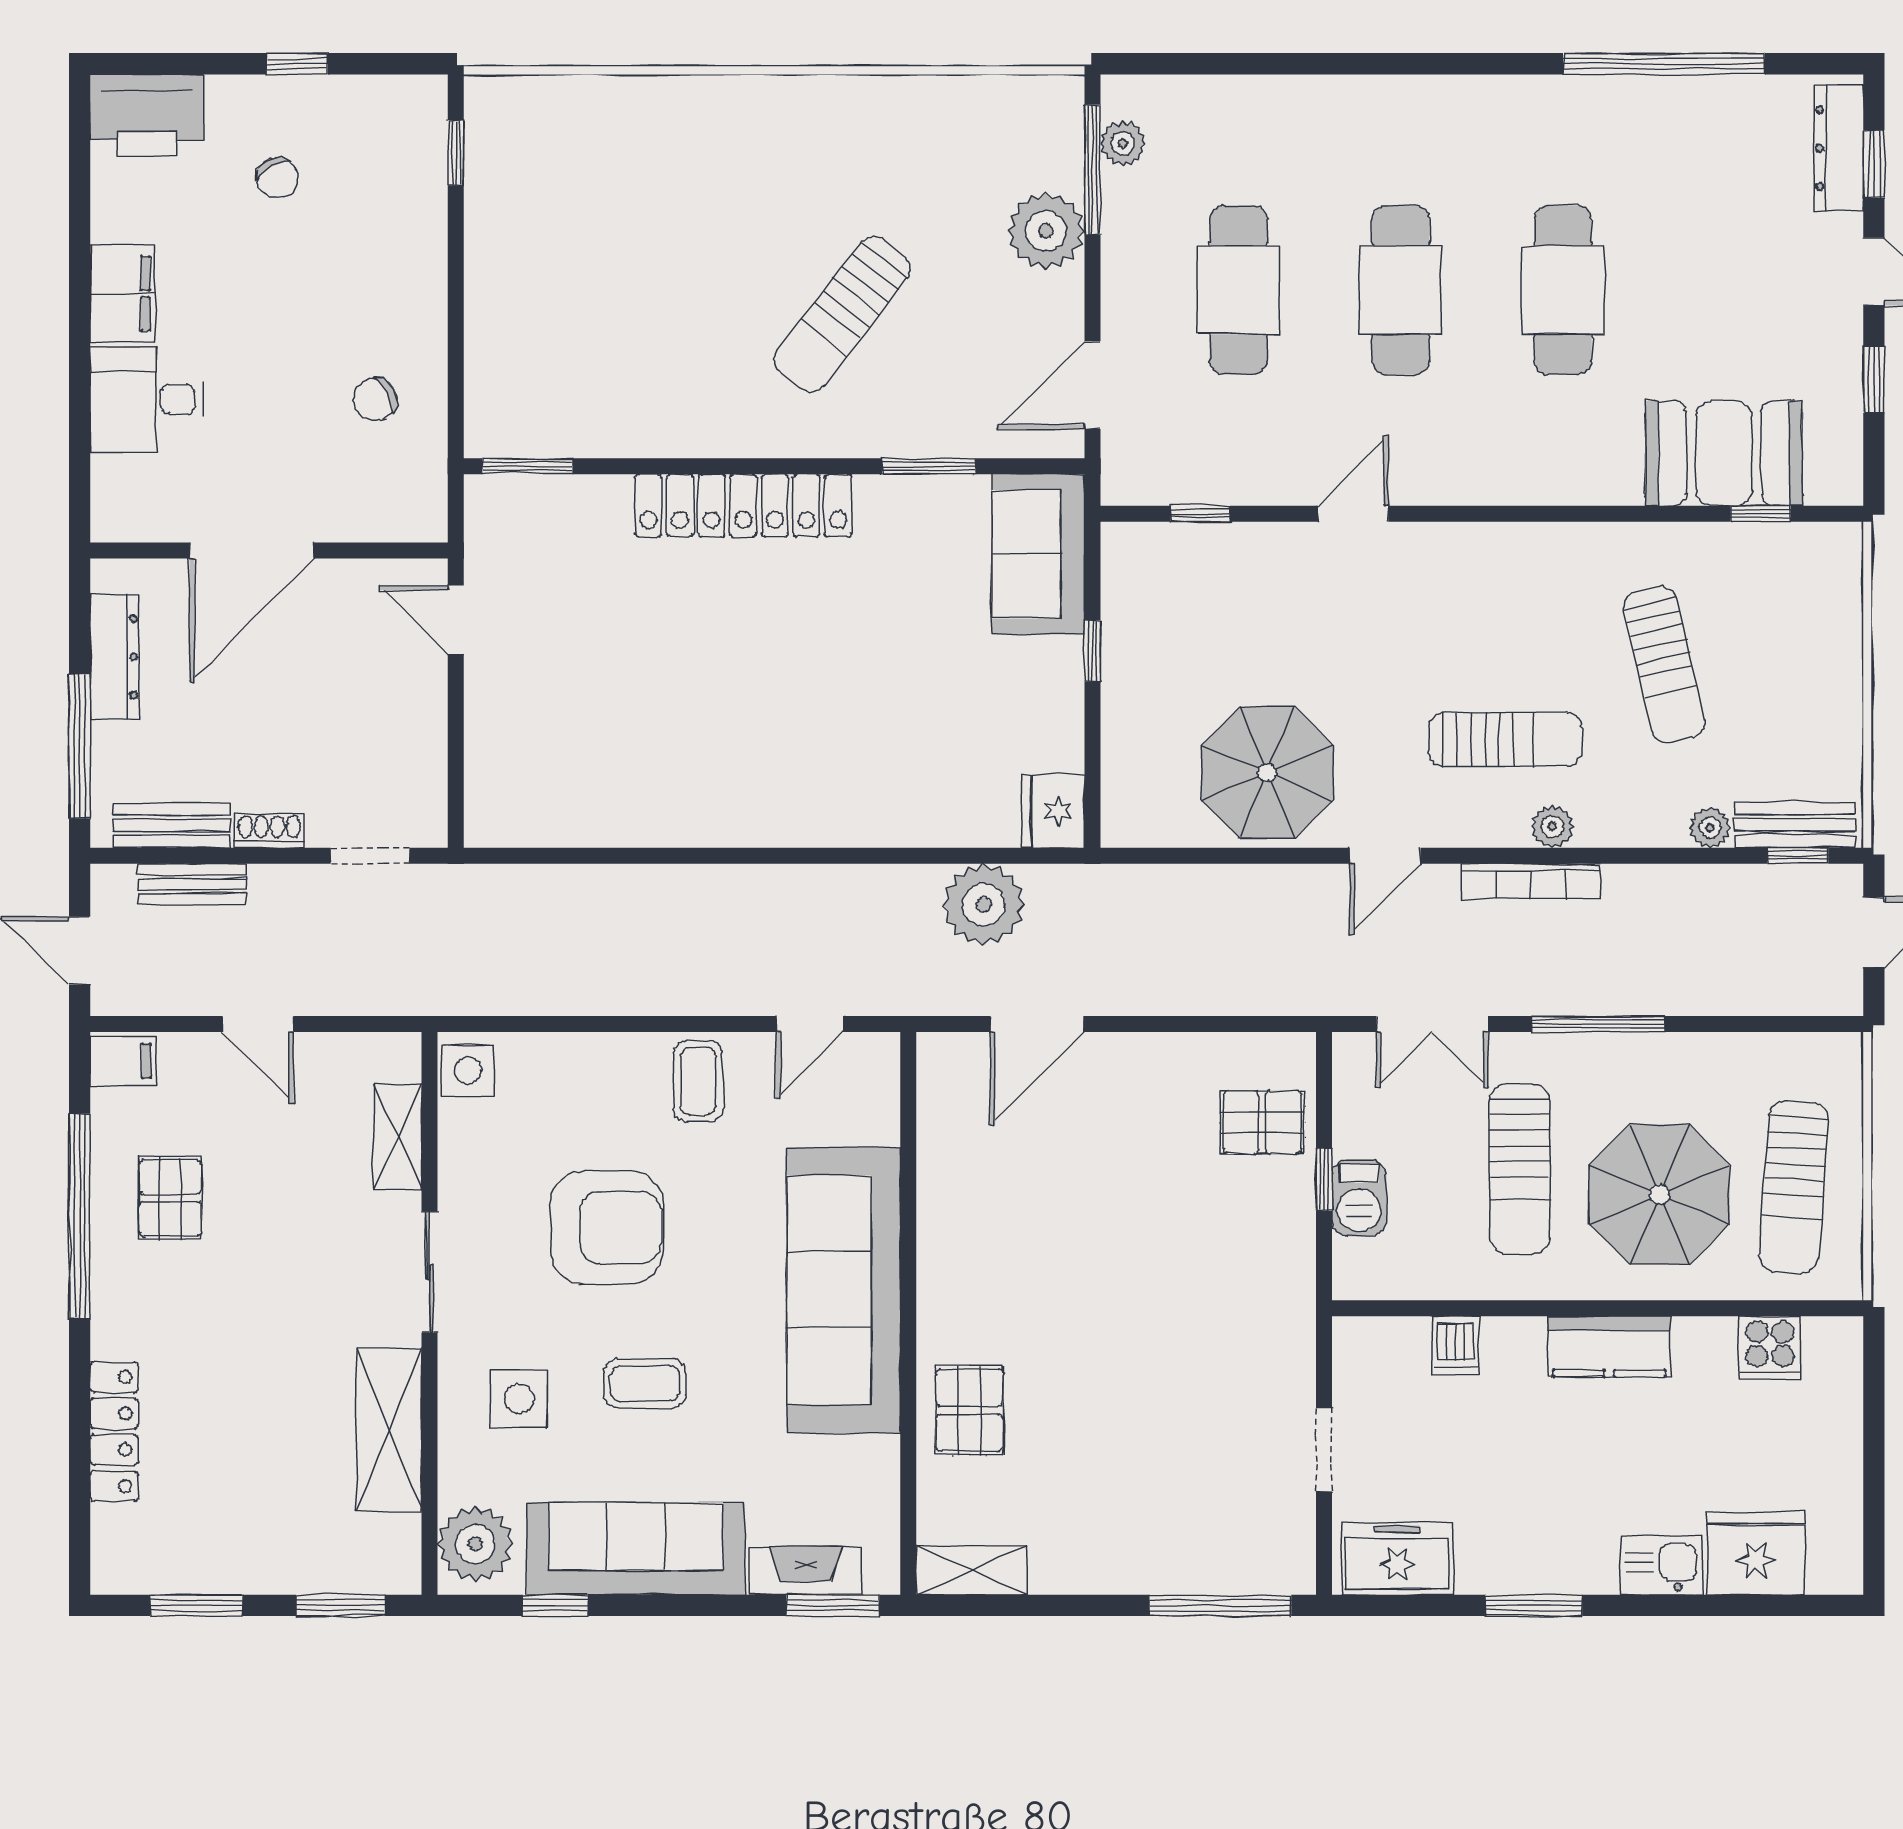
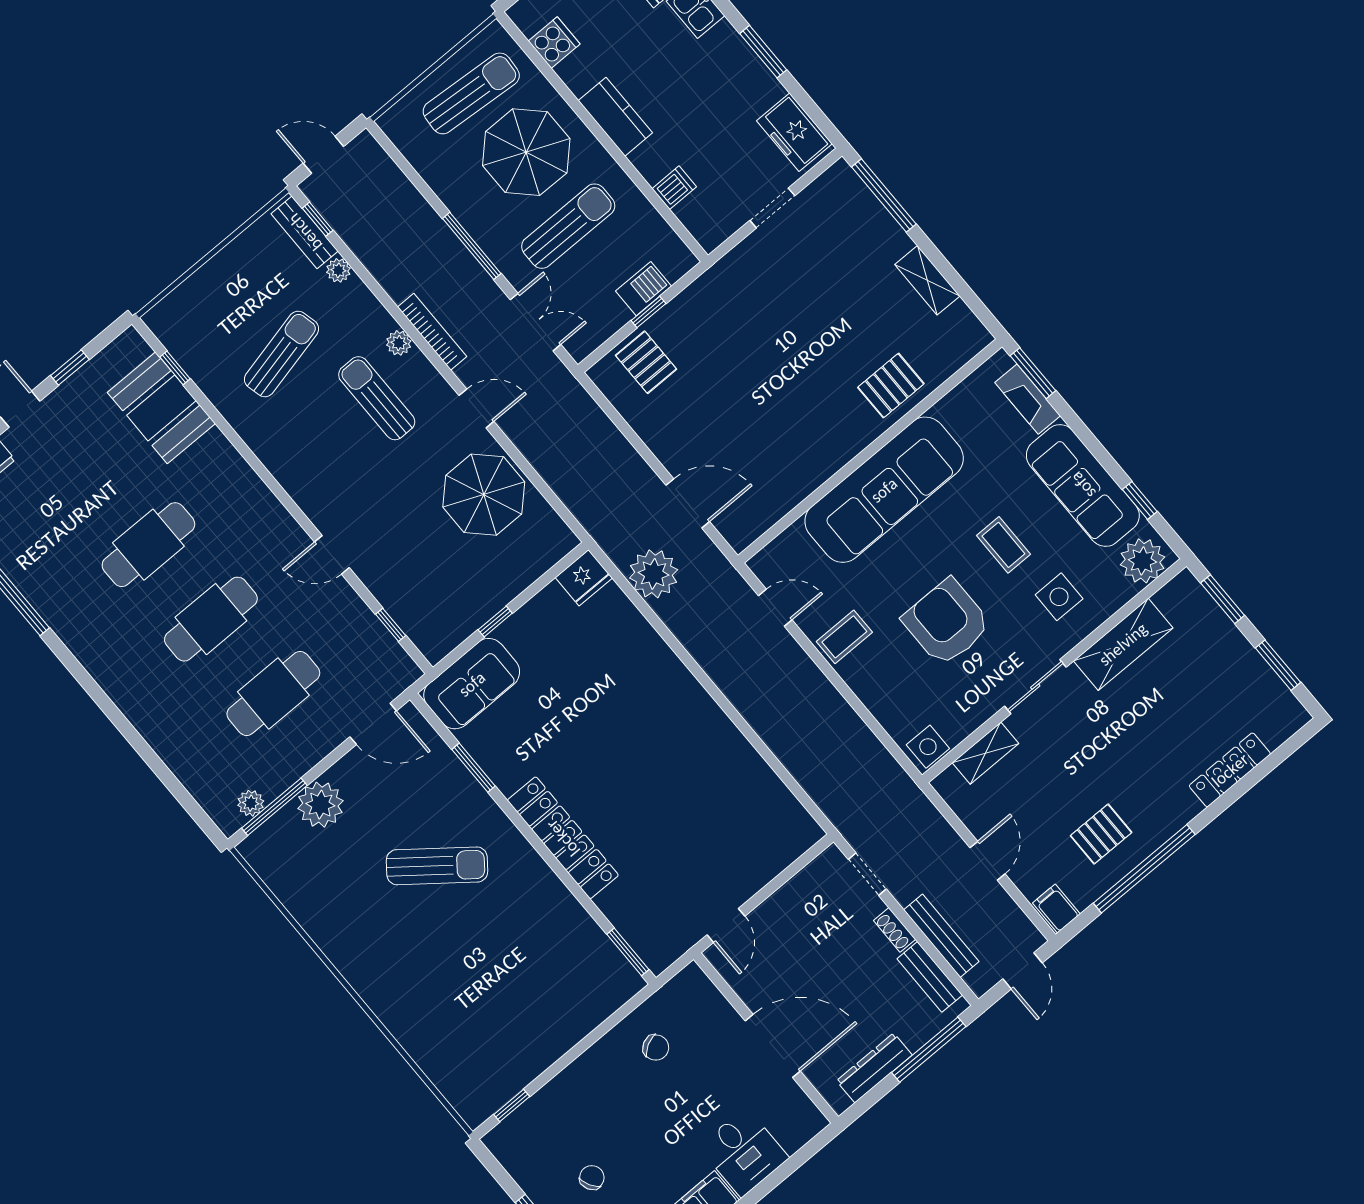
bench: (192, 884) -> (941, 936), width x1.36
shelving: (972, 1570) -> (927, 280), moved

